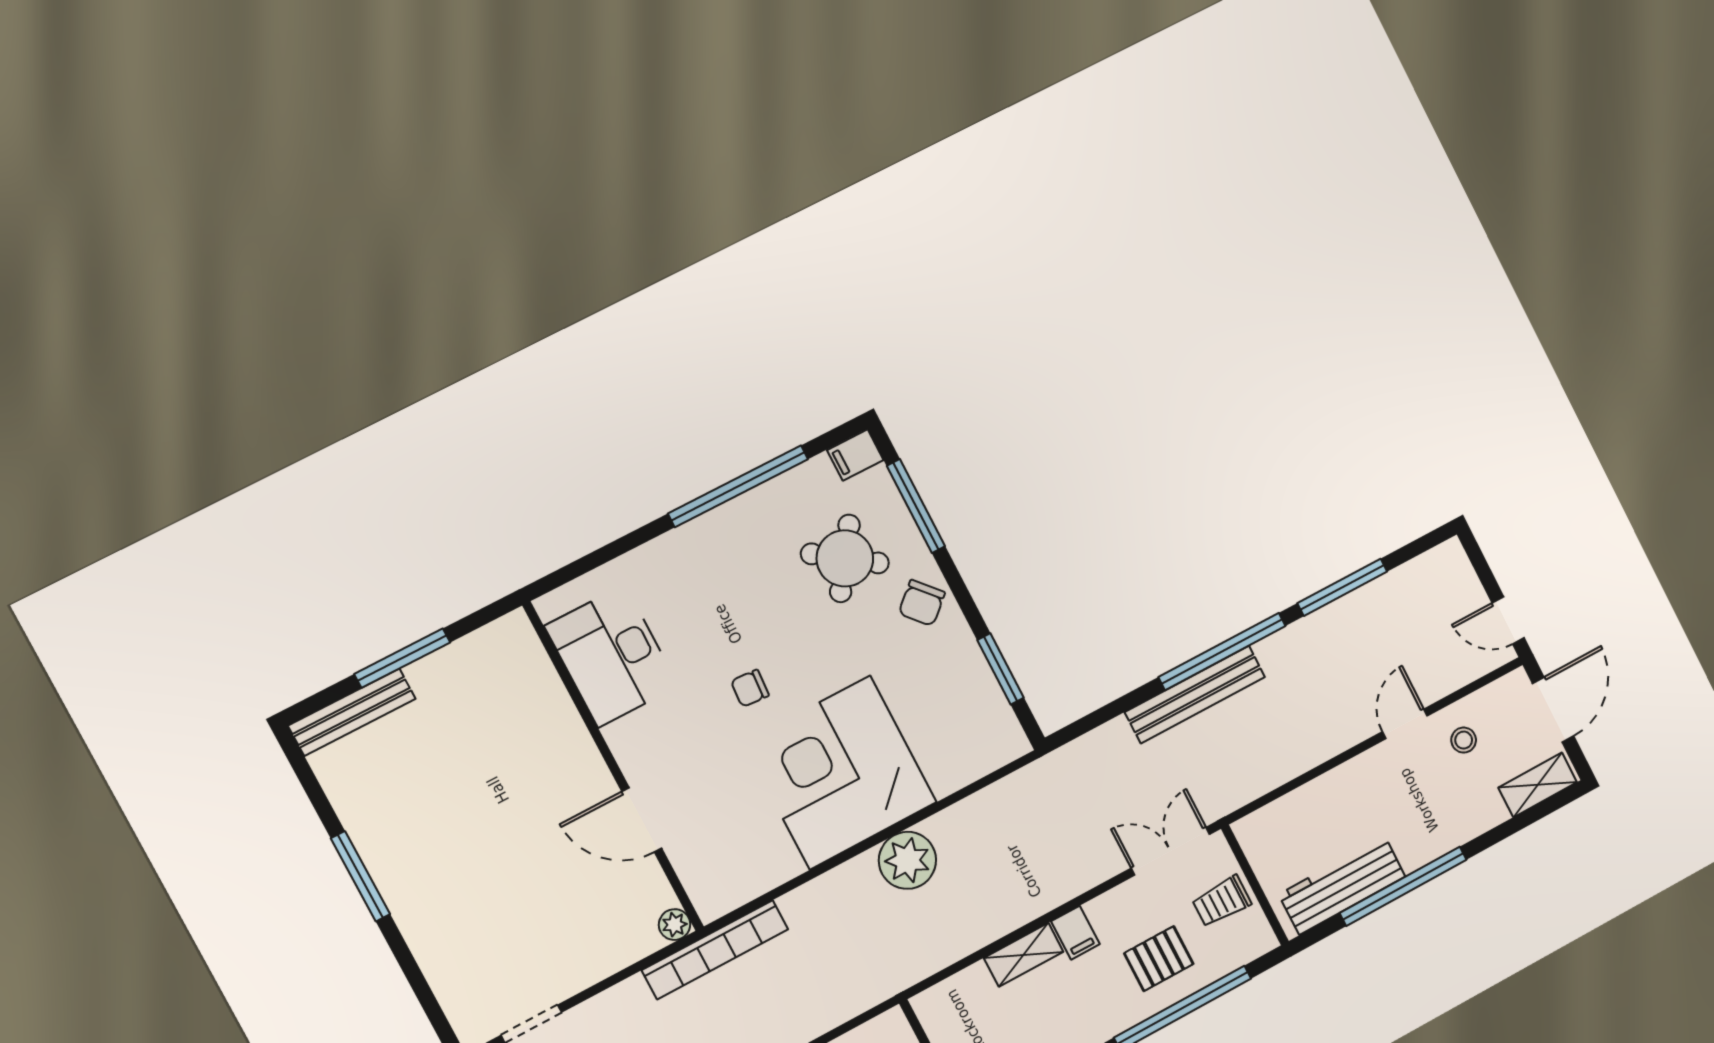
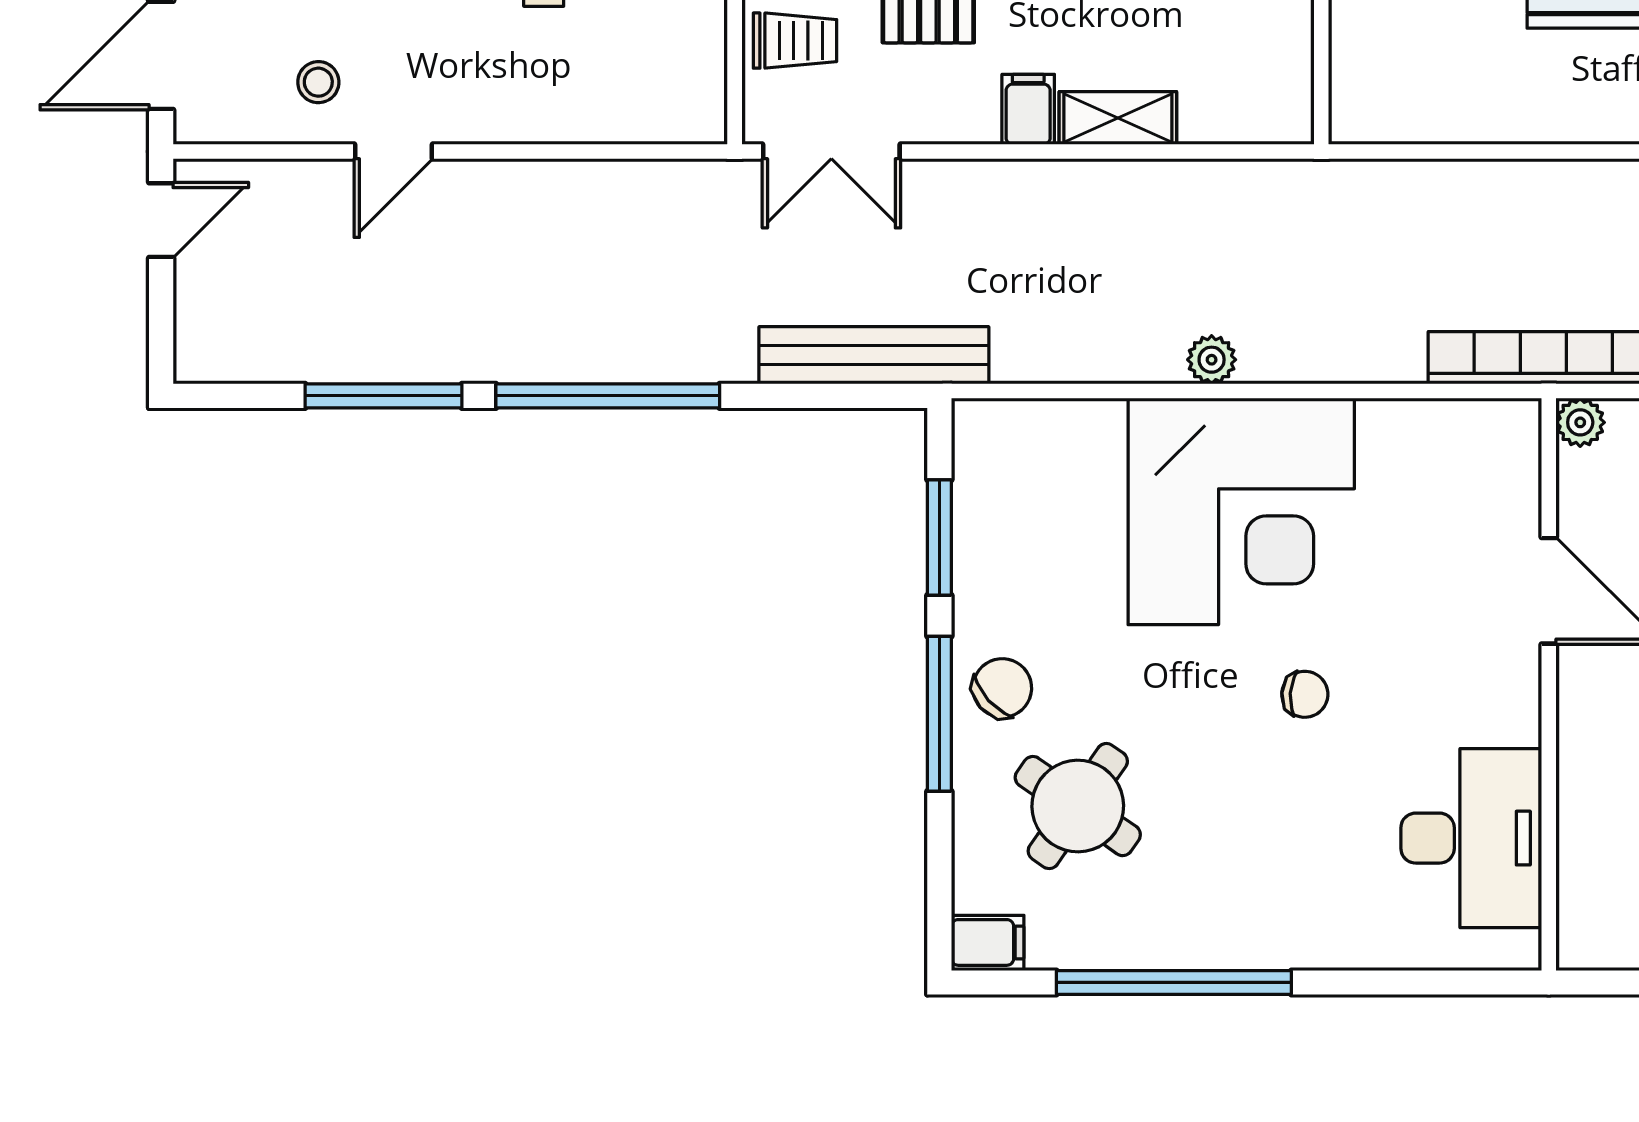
window: (916, 506) -> (939, 714), moved
door: (1508, 620) -> (161, 220), hinge flipped
bench: (1195, 694) -> (874, 355), moved
plant: (907, 860) -> (1212, 360), width x0.53, depth x0.53

